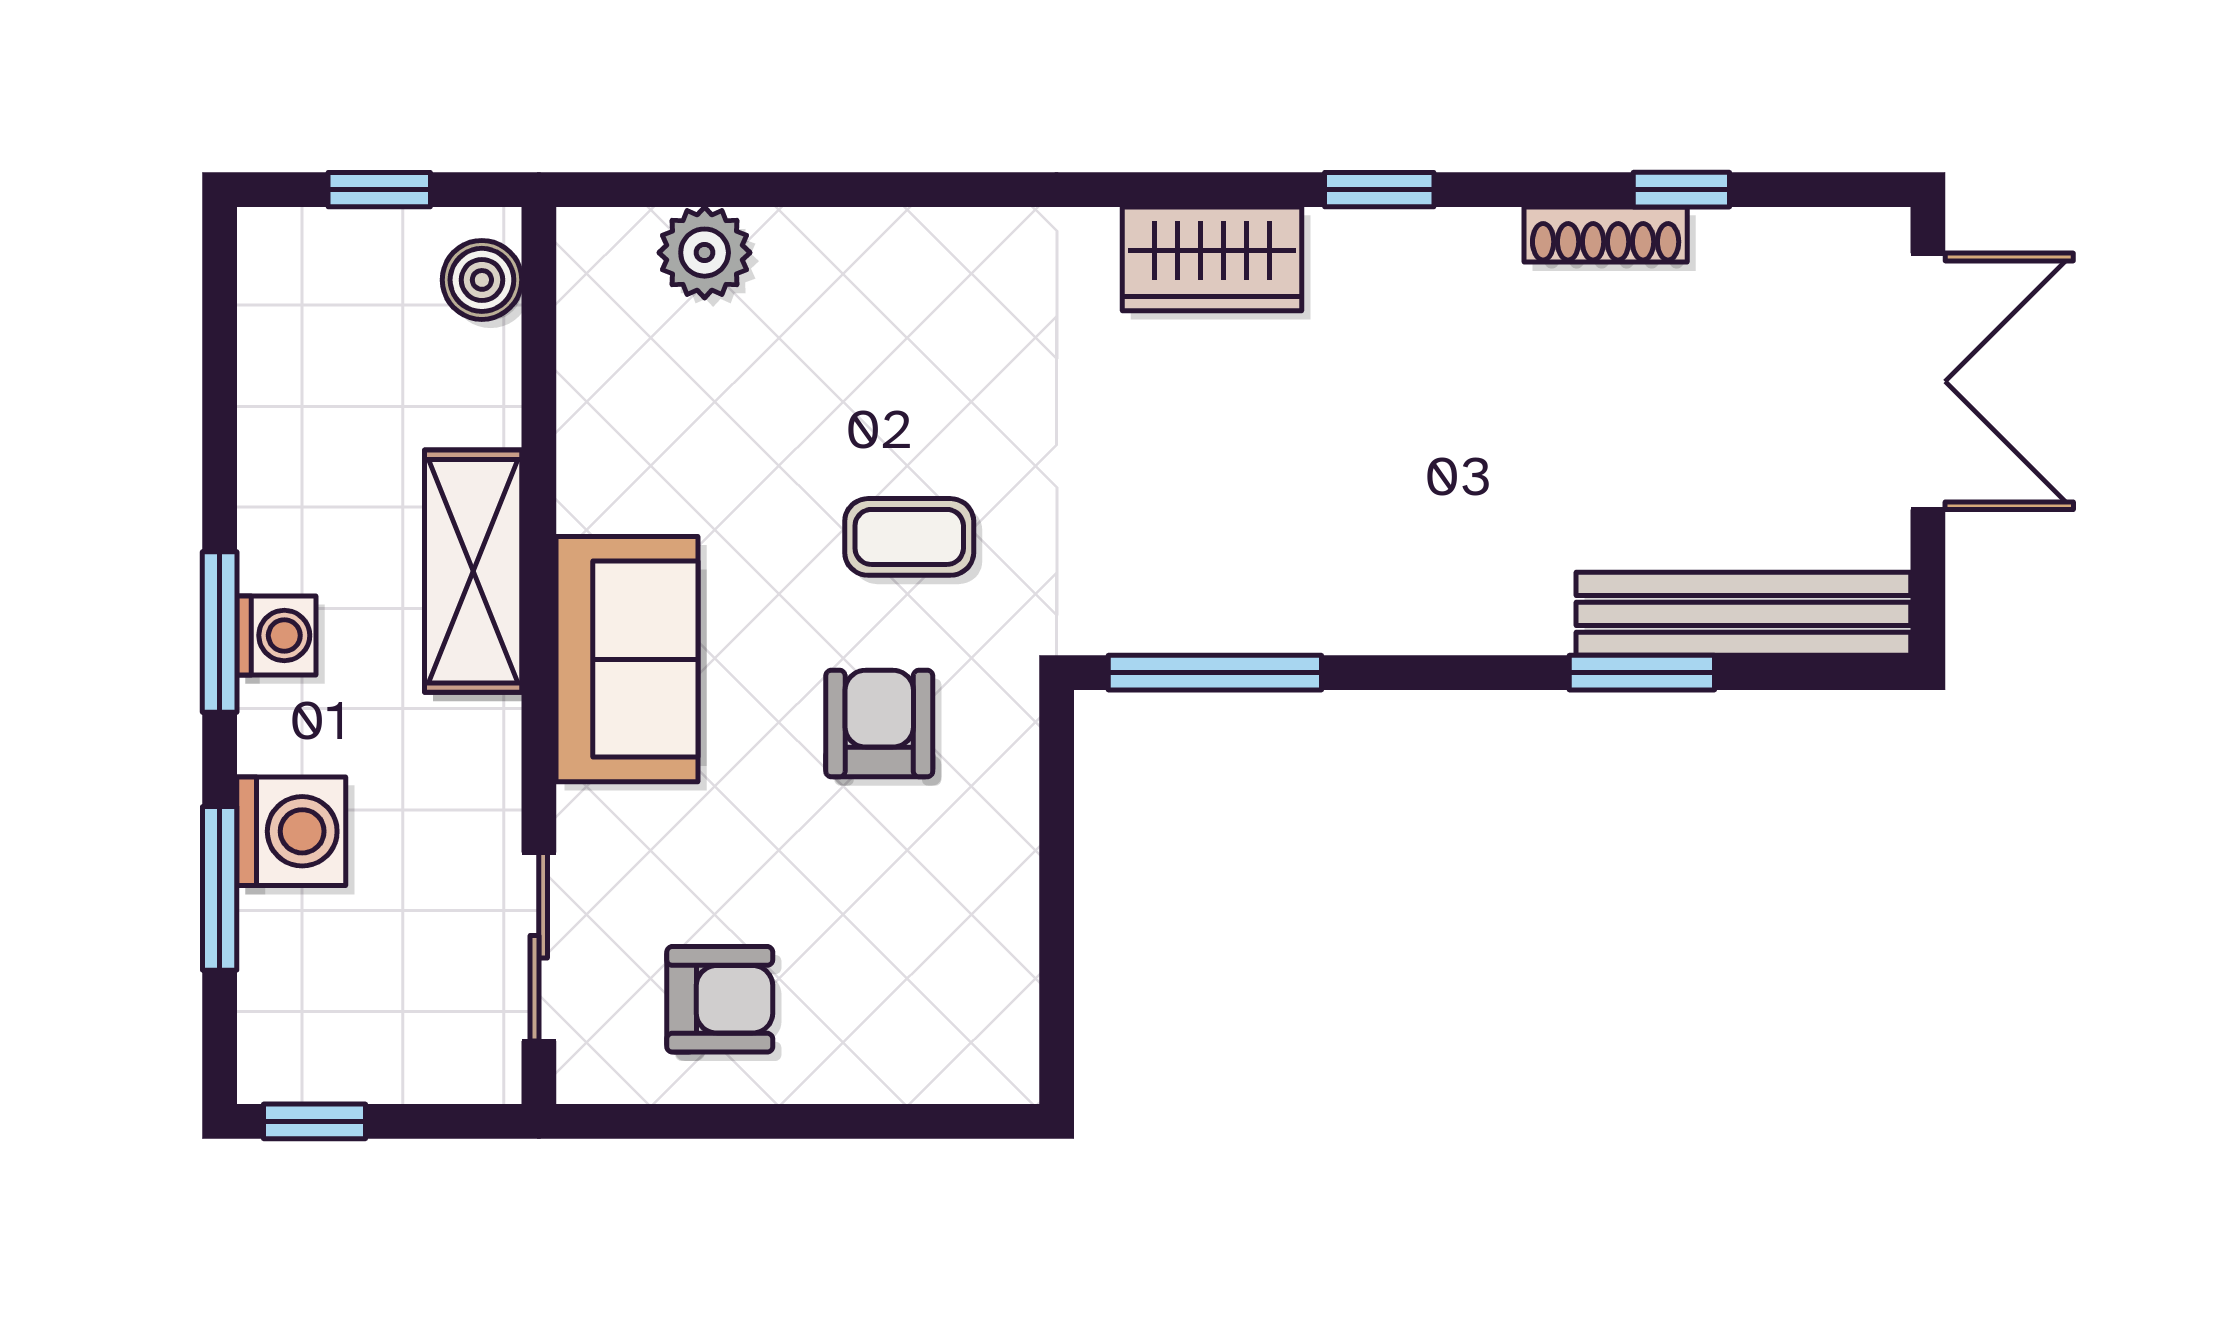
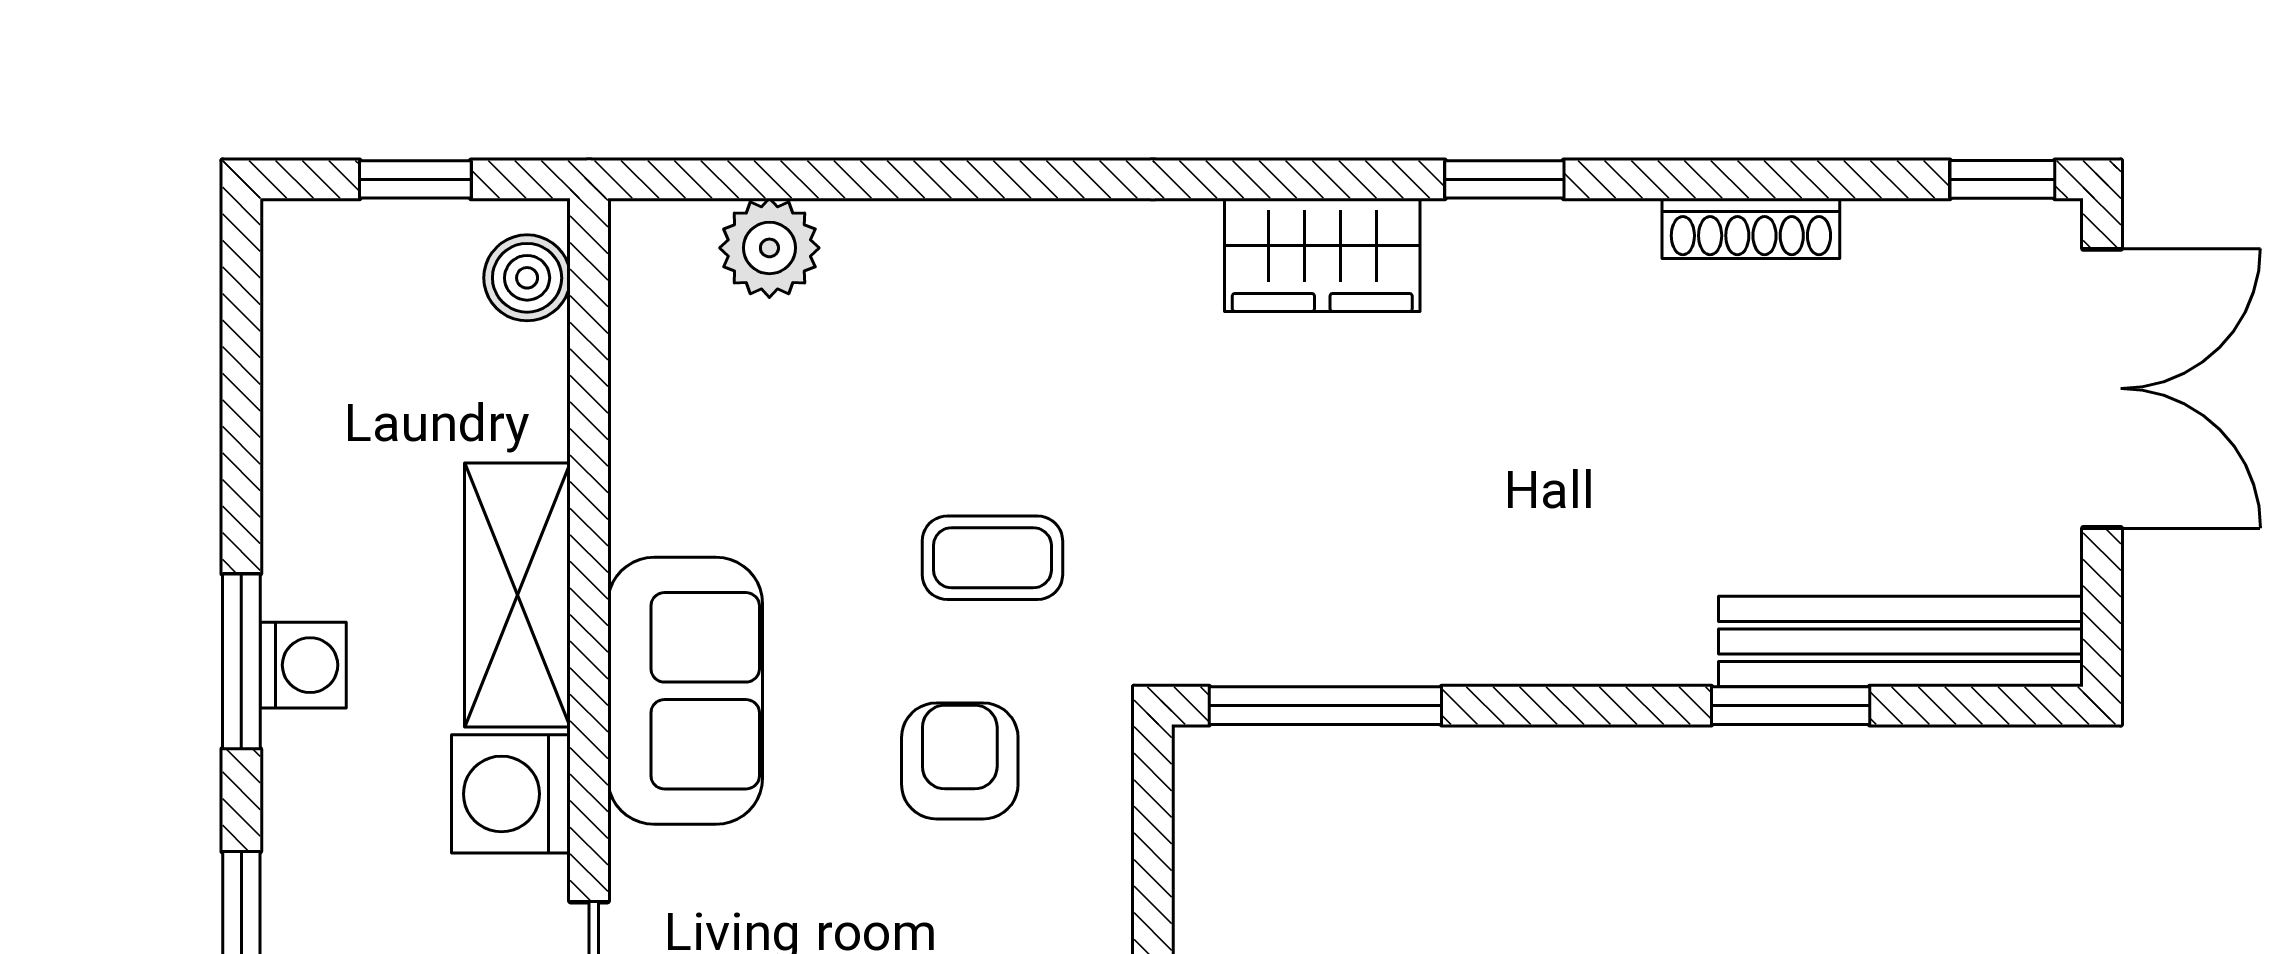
window: (1681, 190) -> (2002, 179), moved
washing machine: (291, 831) -> (511, 794), moved, turned 180

